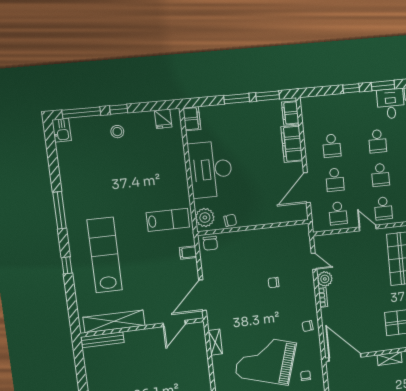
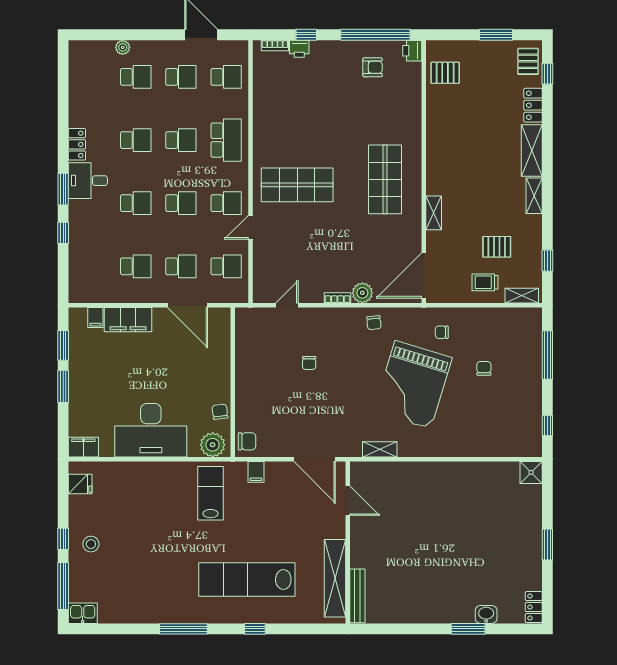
filing cabinet: (290, 113) -> (95, 318), width x0.50
plant: (325, 279) -> (362, 293), moved

